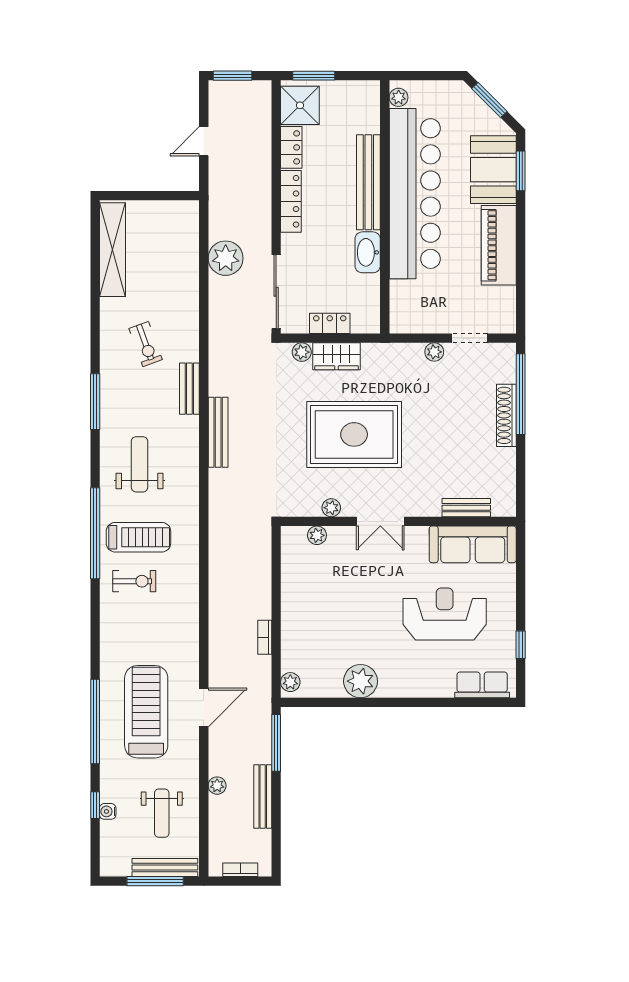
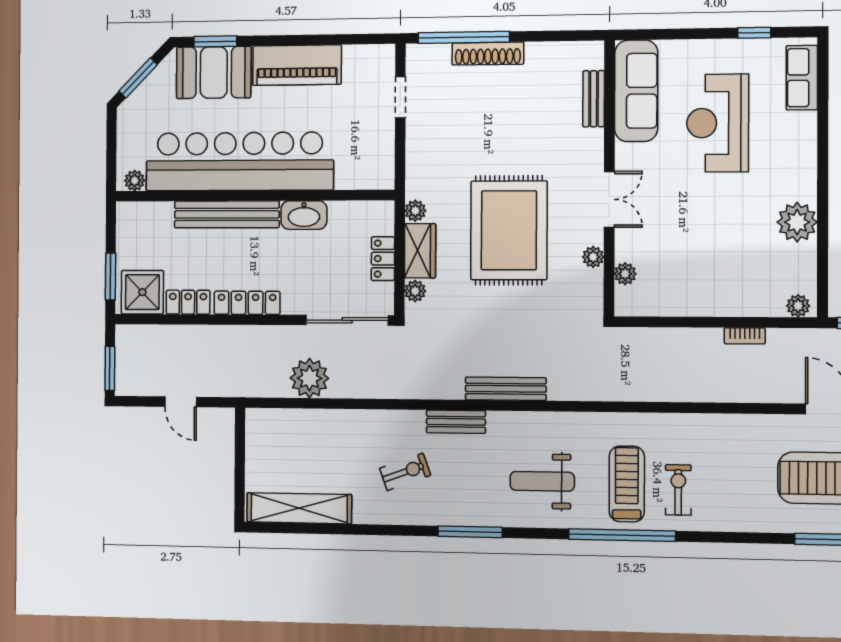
plant: (434, 352) -> (415, 211), moved

